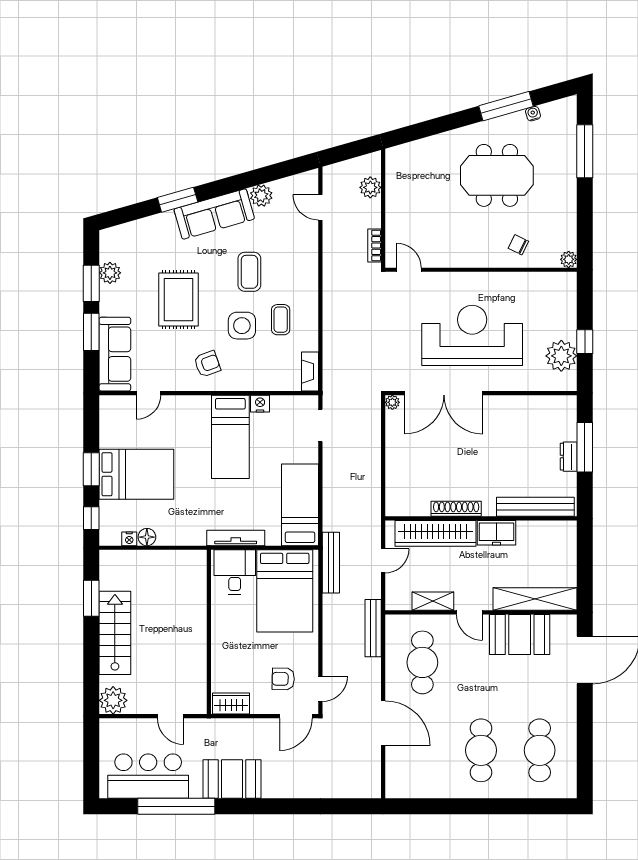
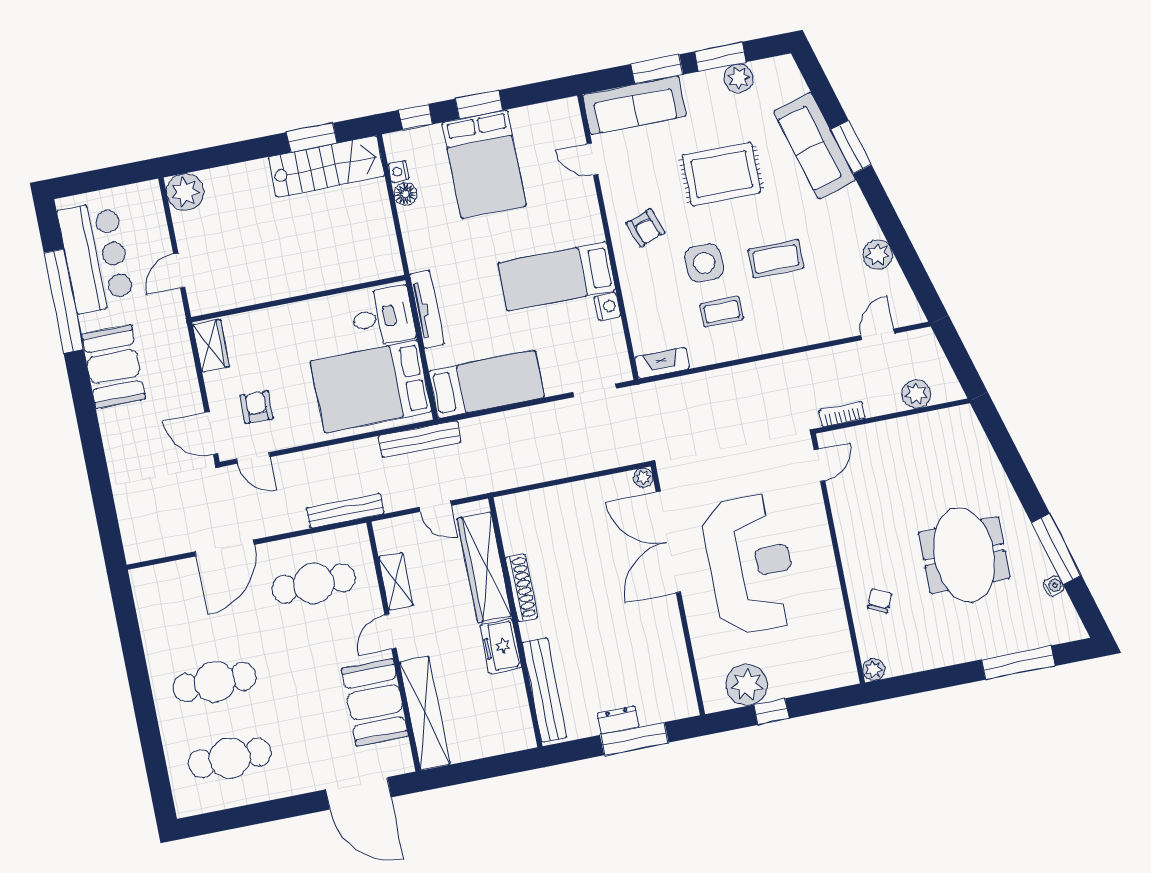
sofa: (214, 214) -> (815, 146), moved
stairs: (115, 633) -> (327, 167), moved

